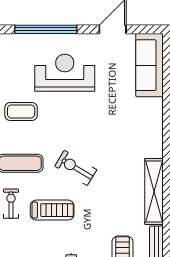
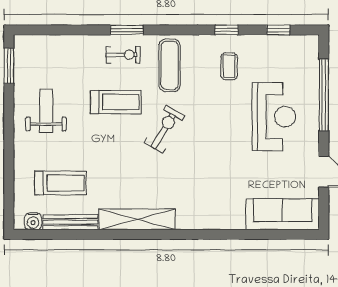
coffee table: (21, 111) -> (229, 66), width x0.73, depth x0.77
treadmill: (52, 210) -> (116, 102), turned -90

